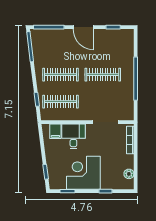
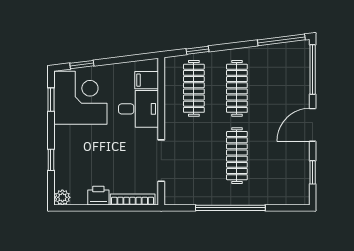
printer: (128, 161) -> (98, 196), added
corner desk: (83, 173) -> (80, 98), moved
plant: (129, 174) -> (62, 197), moved

